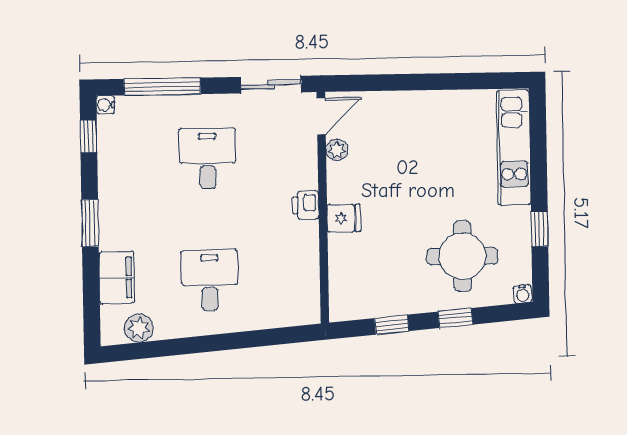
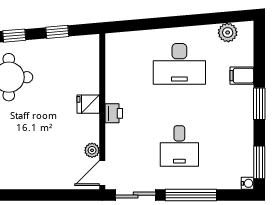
window: (162, 86) -> (191, 195), moved
window: (89, 136) -> (259, 162), width x1.50
filing cabinet: (117, 278) -> (242, 76), width x0.50
desk: (210, 280) -> (179, 64), width x1.37

